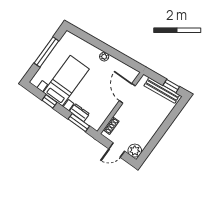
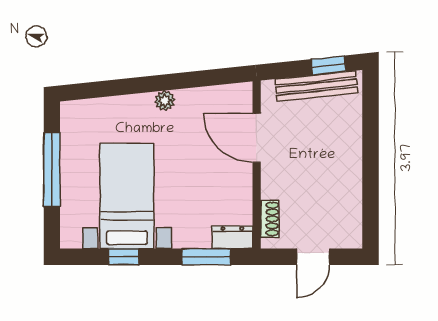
dresser: (79, 113) -> (232, 237), moved
plant: (135, 151) -> (347, 234), removed

